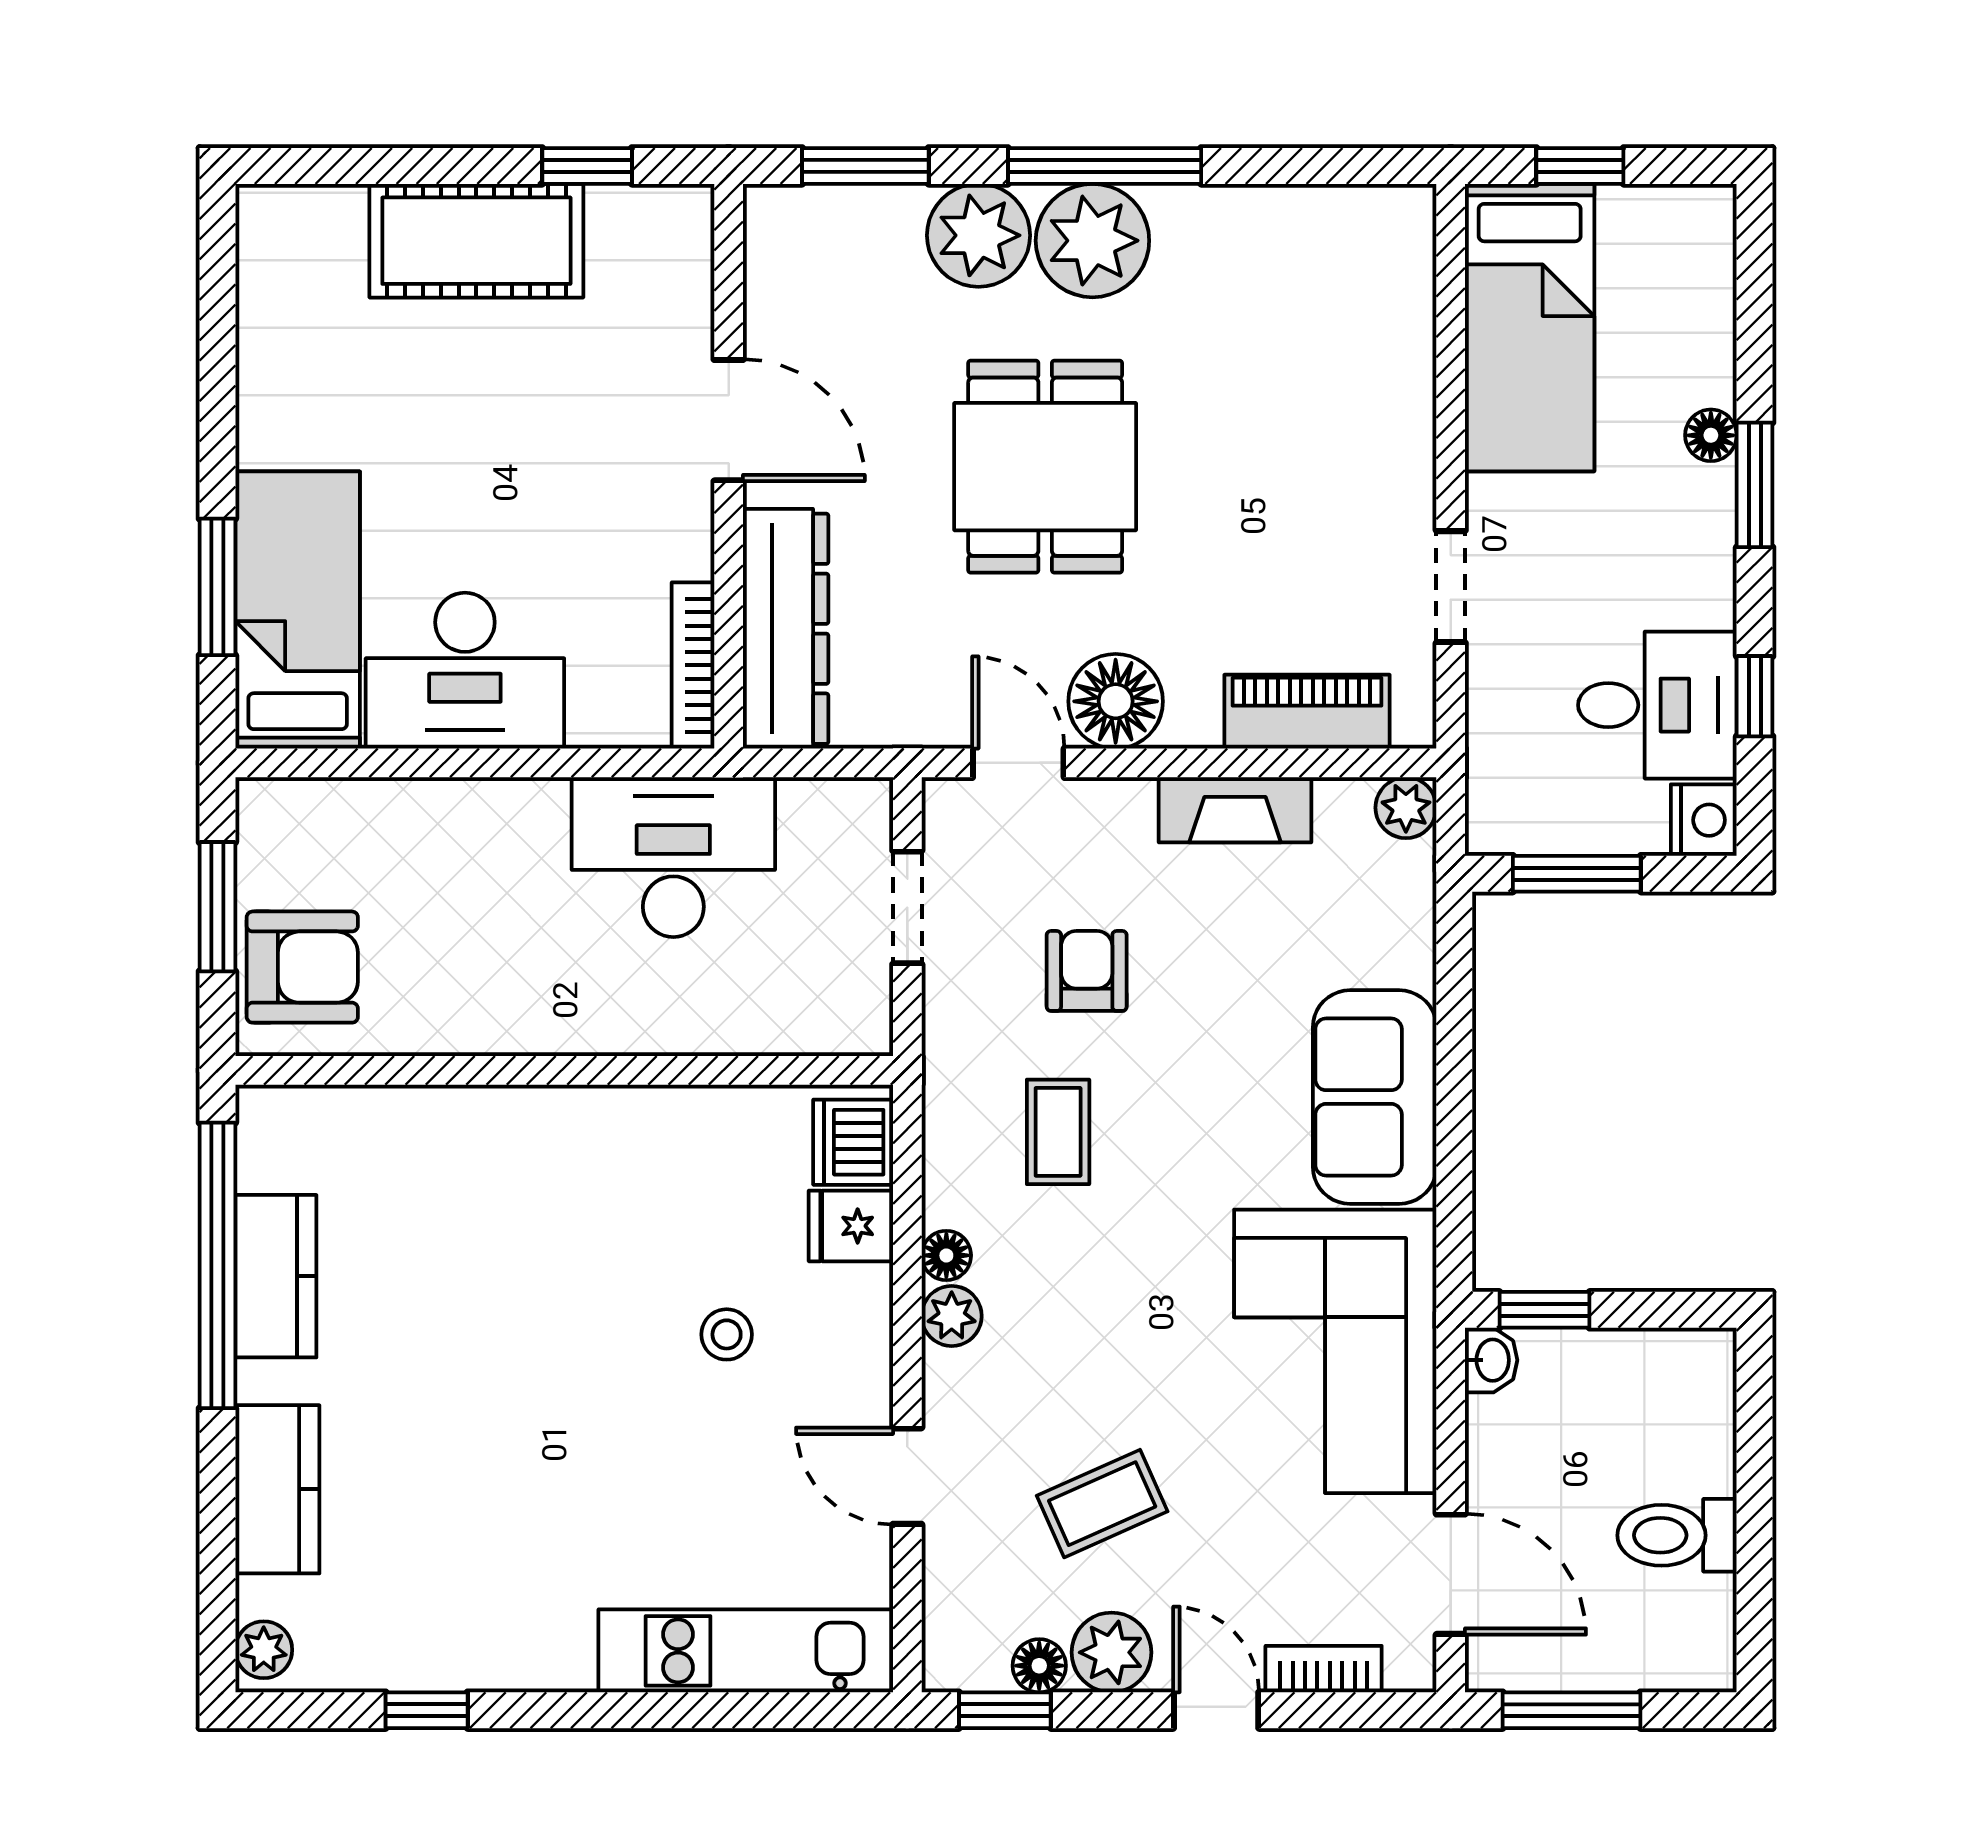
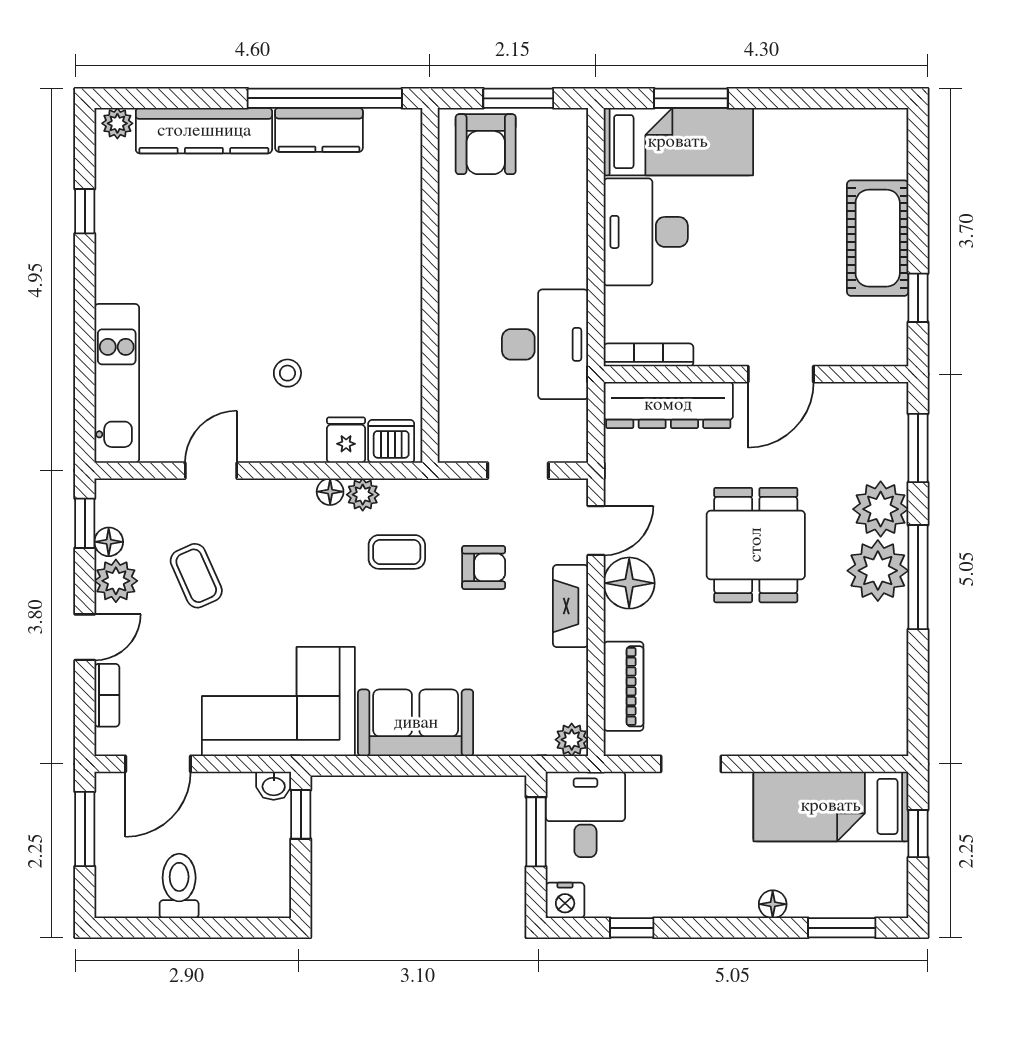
dining table: (1045, 467) -> (756, 545), turned 90
window: (1755, 485) -> (842, 928), moved
desk: (1657, 705) -> (585, 814), moved, turned 180
fireplace: (1235, 810) -> (571, 606), moved
plant: (952, 1316) -> (363, 495), moved
kitchen counter: (277, 1489) -> (204, 131), width x1.50

